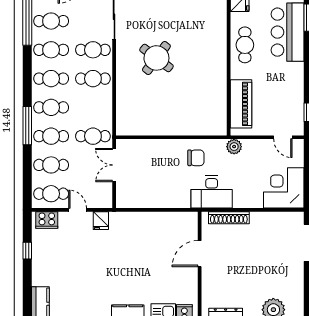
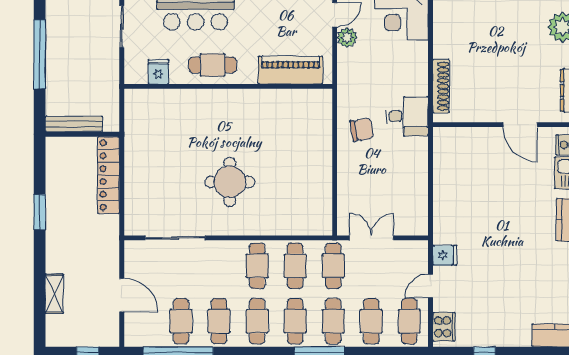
cafe table: (93, 50) -> (295, 266), moved
round table: (156, 58) -> (230, 182), turned -37
plant: (234, 147) -> (347, 37), moved
chair: (196, 158) -> (362, 130), turned 81
double door: (114, 165) -> (371, 238), swing flipped
desk: (212, 192) -> (407, 116), width x0.73
door: (200, 254) -> (520, 125), moved

